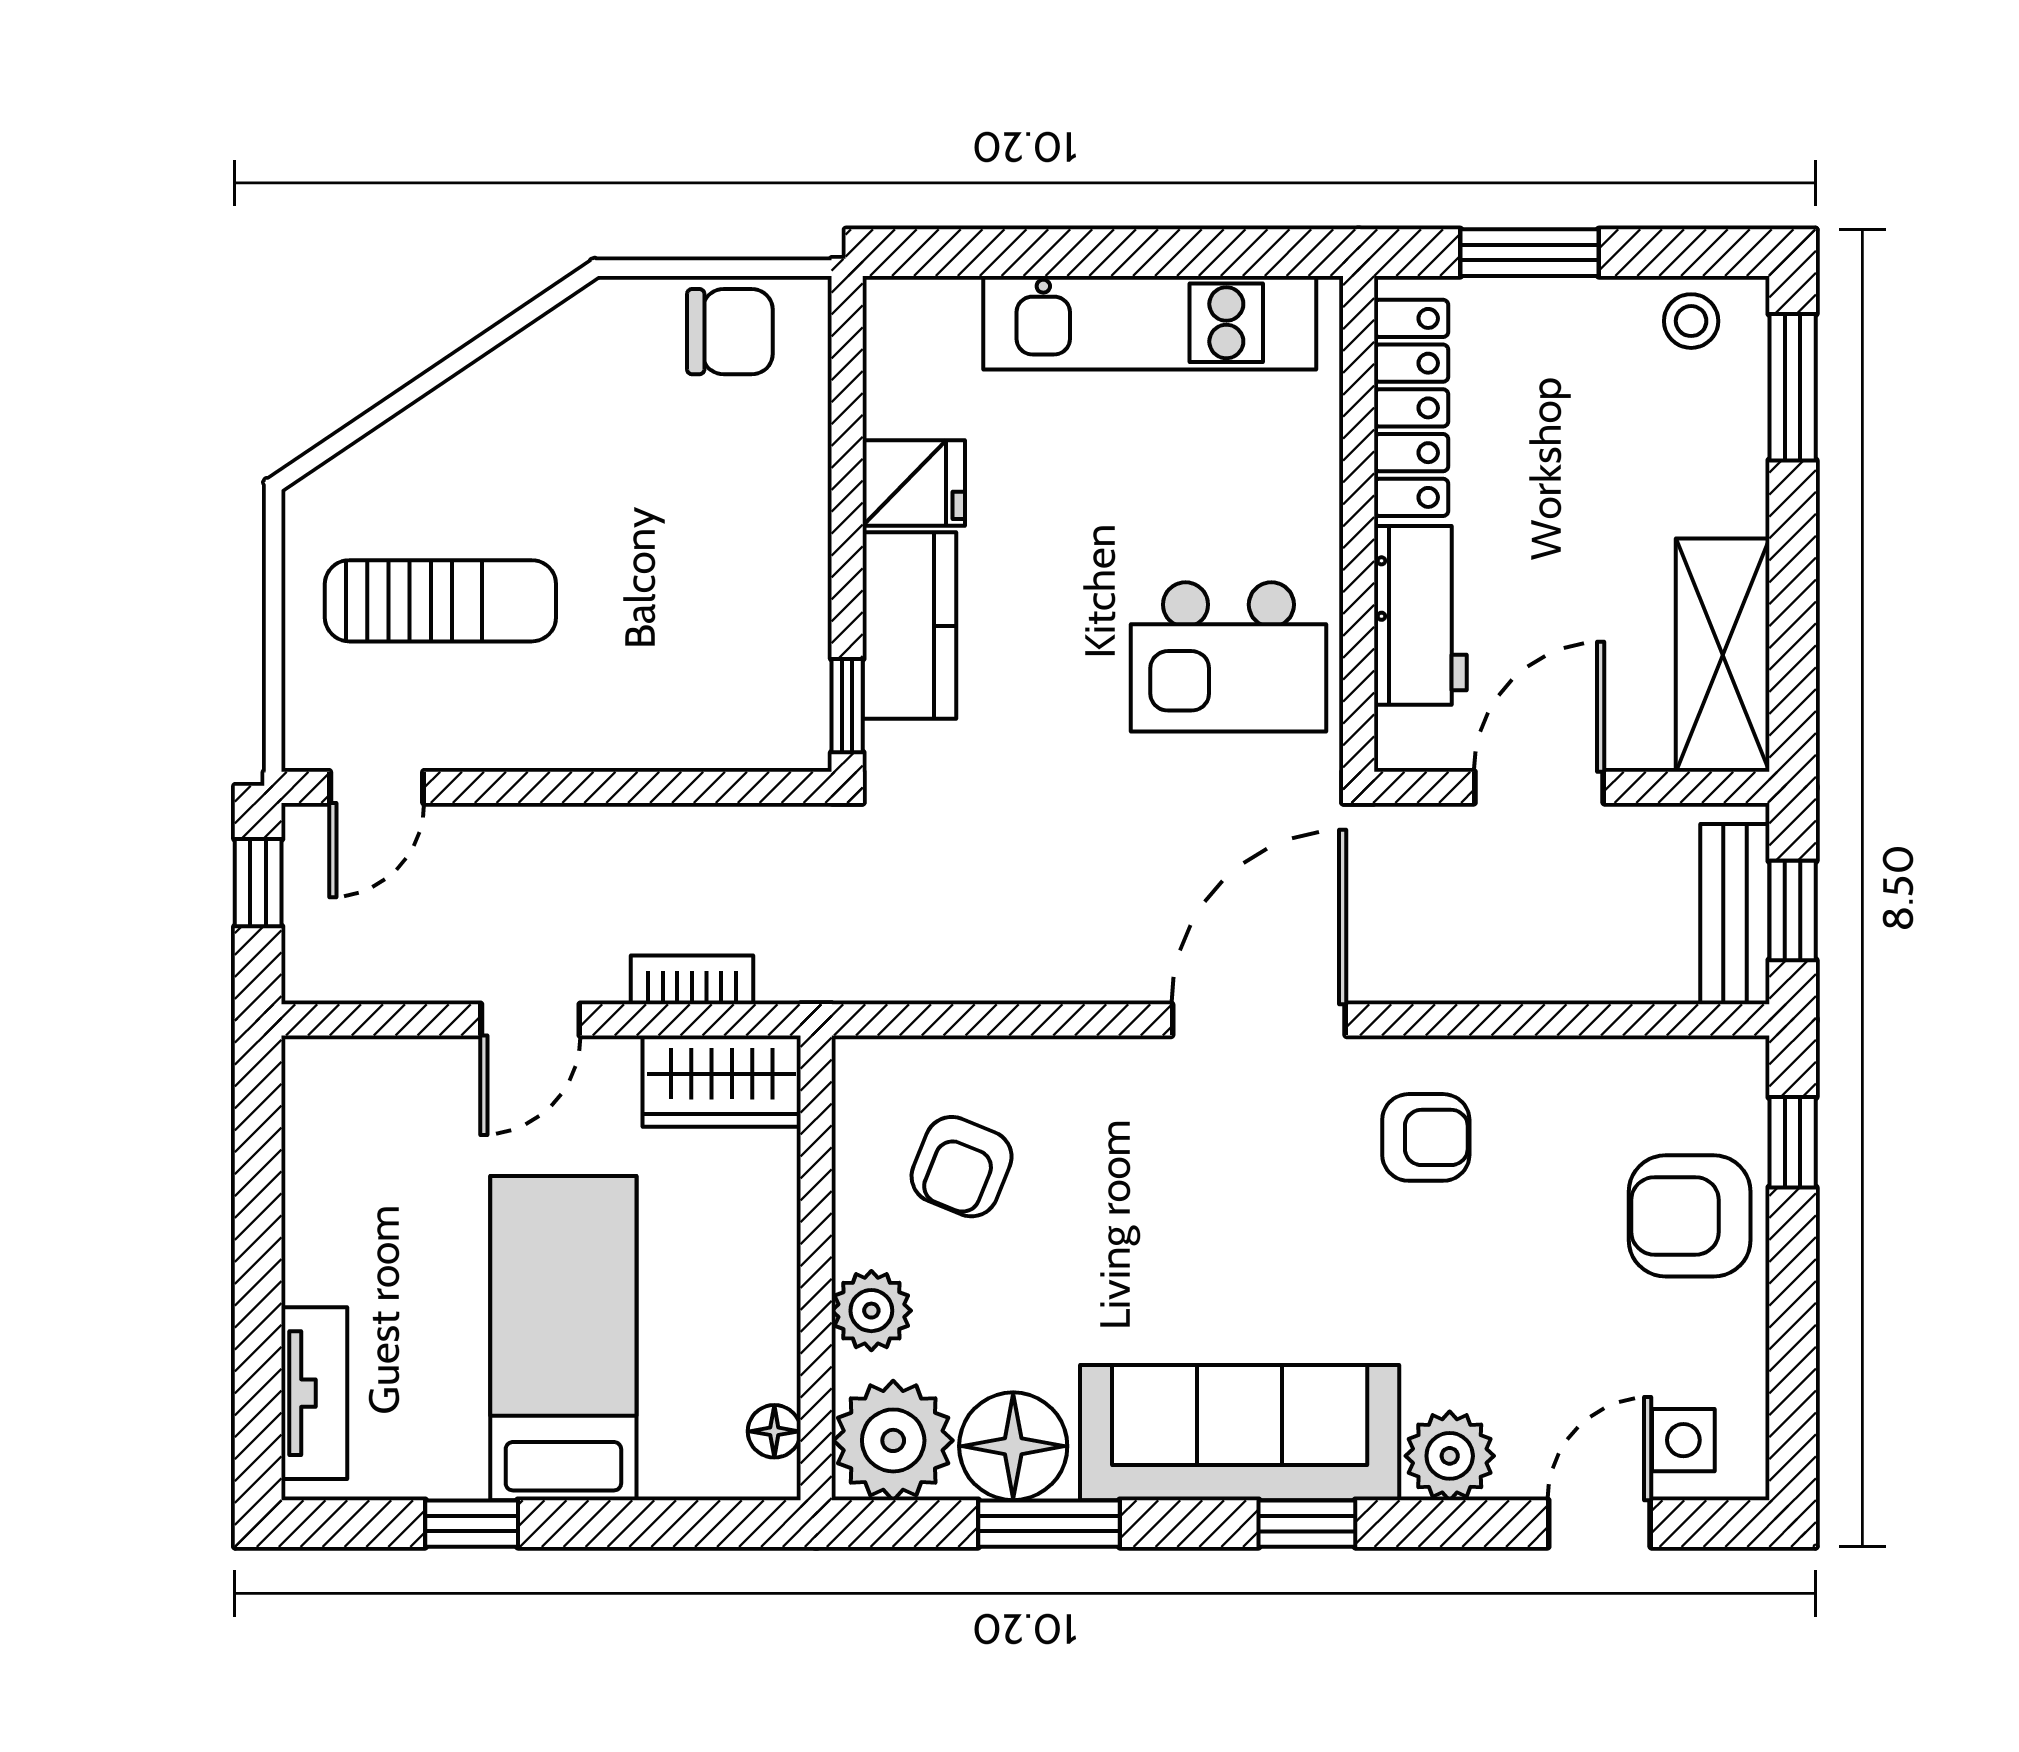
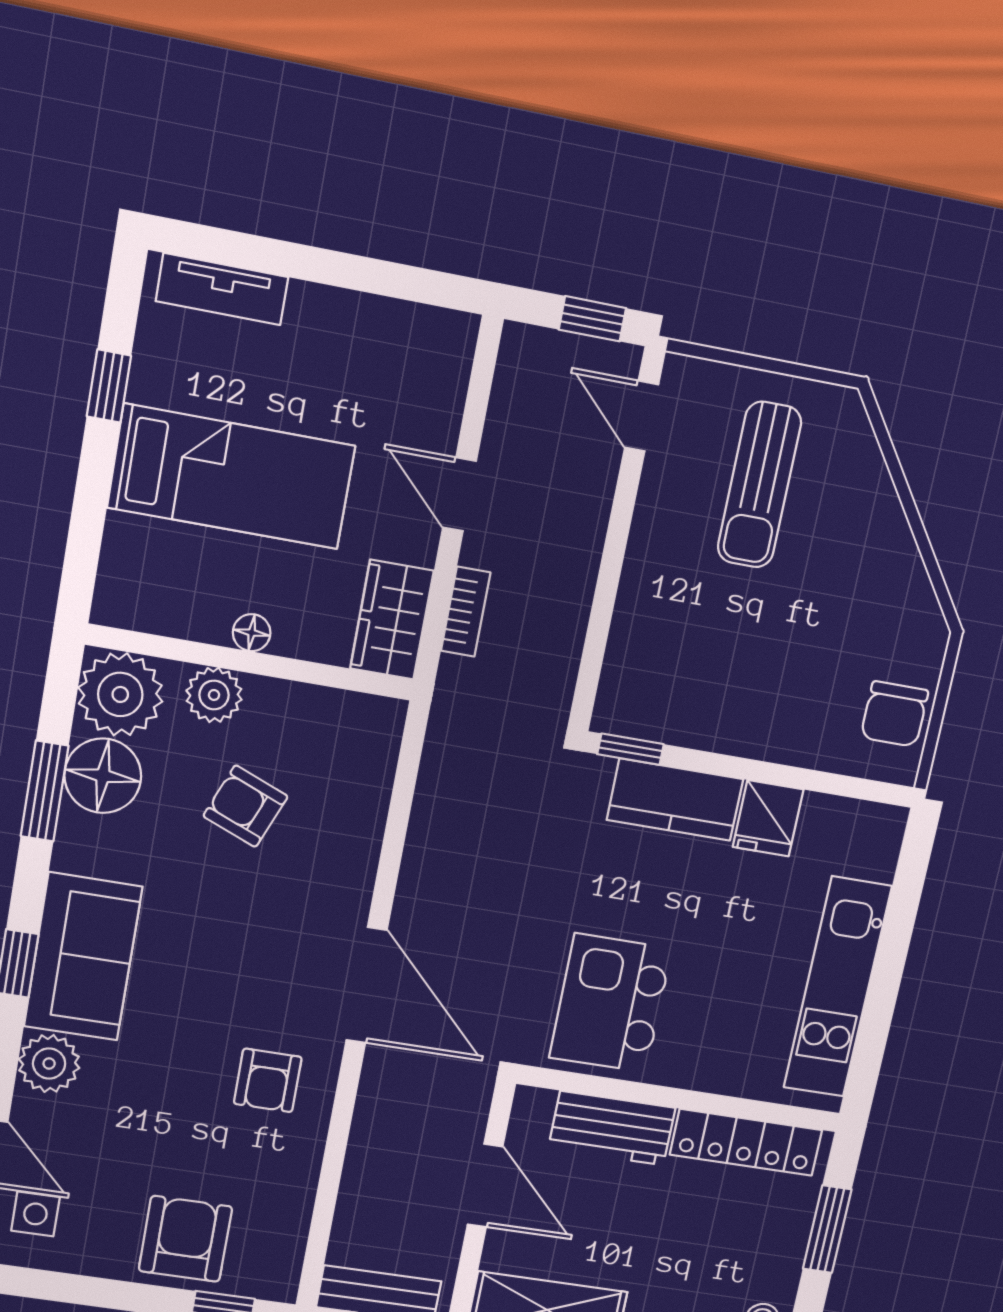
armchair: (962, 1167) -> (245, 806), moved
floor lamp: (774, 1431) -> (252, 633), moved
sofa: (1240, 1433) -> (83, 957), width x0.73

